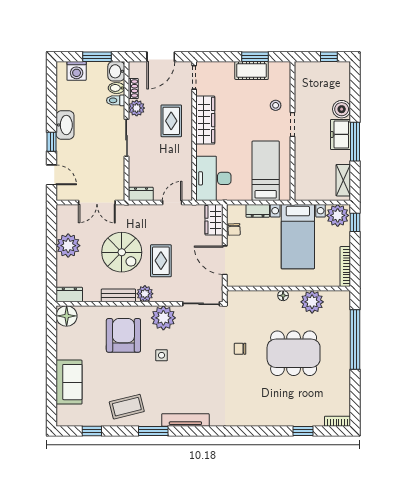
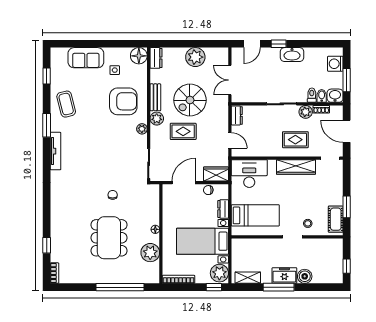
cot: (252, 70) -> (336, 219), moved
plant: (163, 318) -> (142, 129), width x0.53, depth x0.53
side table: (162, 355) -> (115, 70), moved

